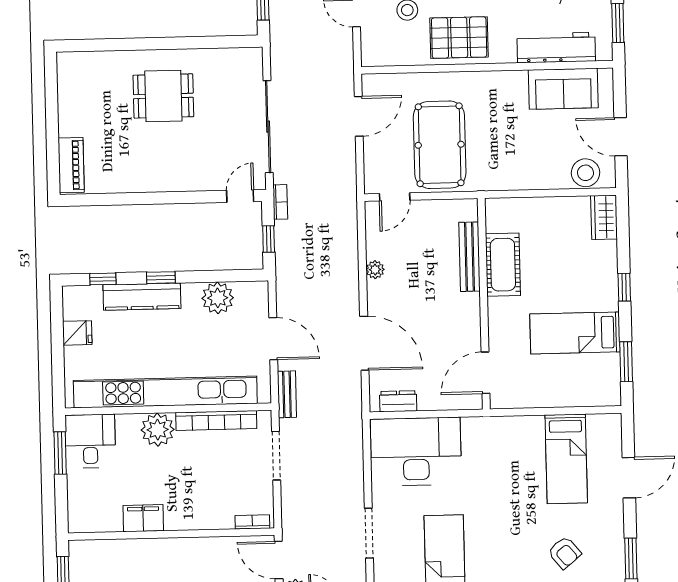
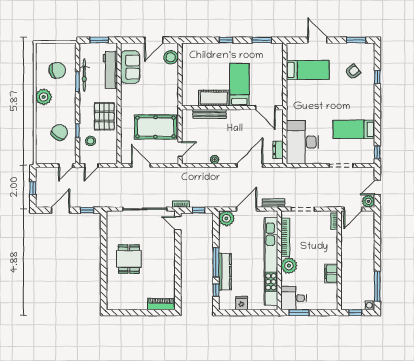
door: (395, 197) -> (180, 149), hinge flipped
wardrobe: (604, 217) -> (192, 49), removed
window: (161, 278) -> (216, 262), width x2.17
plant: (218, 298) -> (226, 218), moved
bed: (575, 333) -> (239, 85), moved, turned 180

